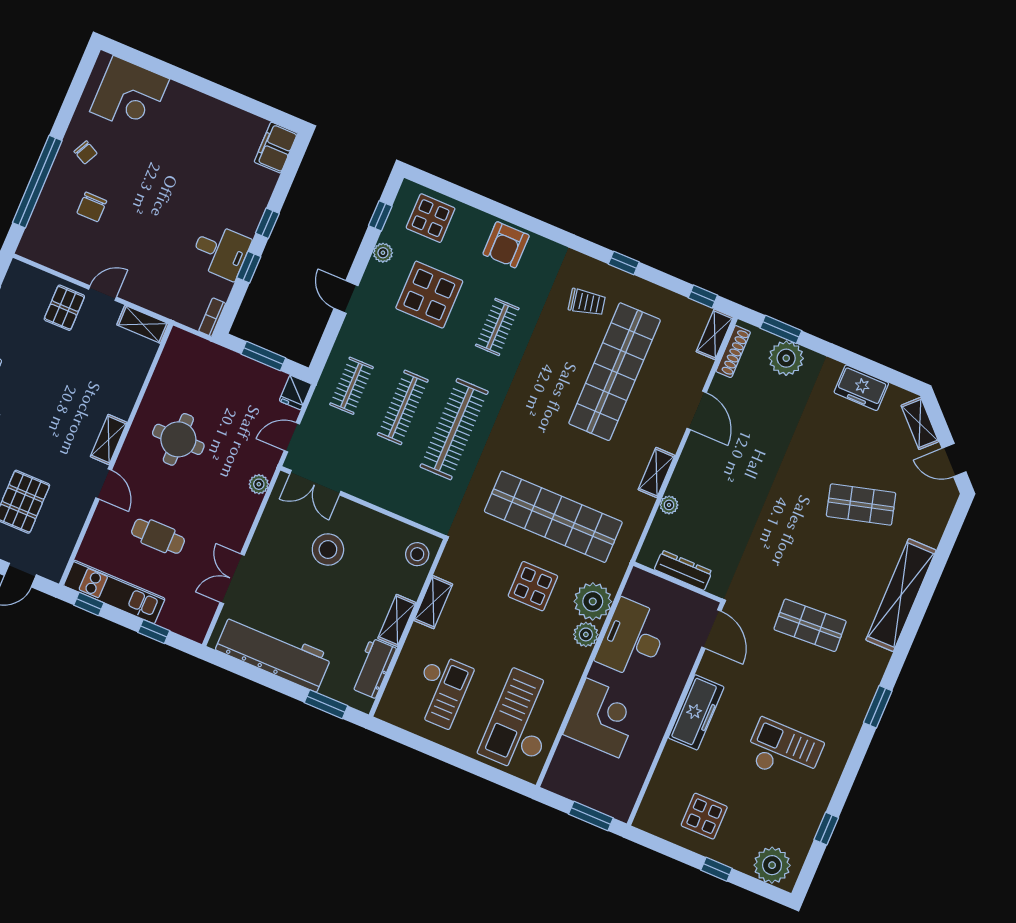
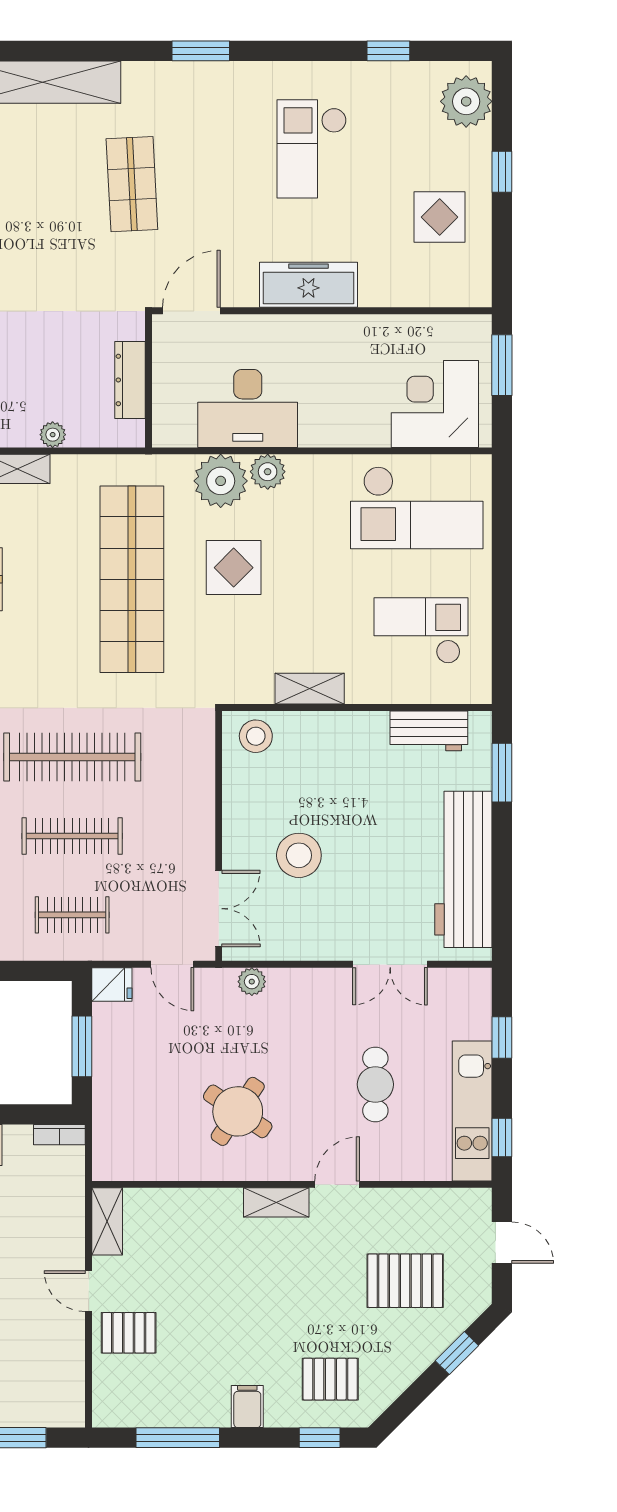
round table: (178, 439) -> (238, 1111), turned 34
shelving: (397, 620) -> (353, 726), removed
corner desk: (603, 718) -> (435, 404), moved

